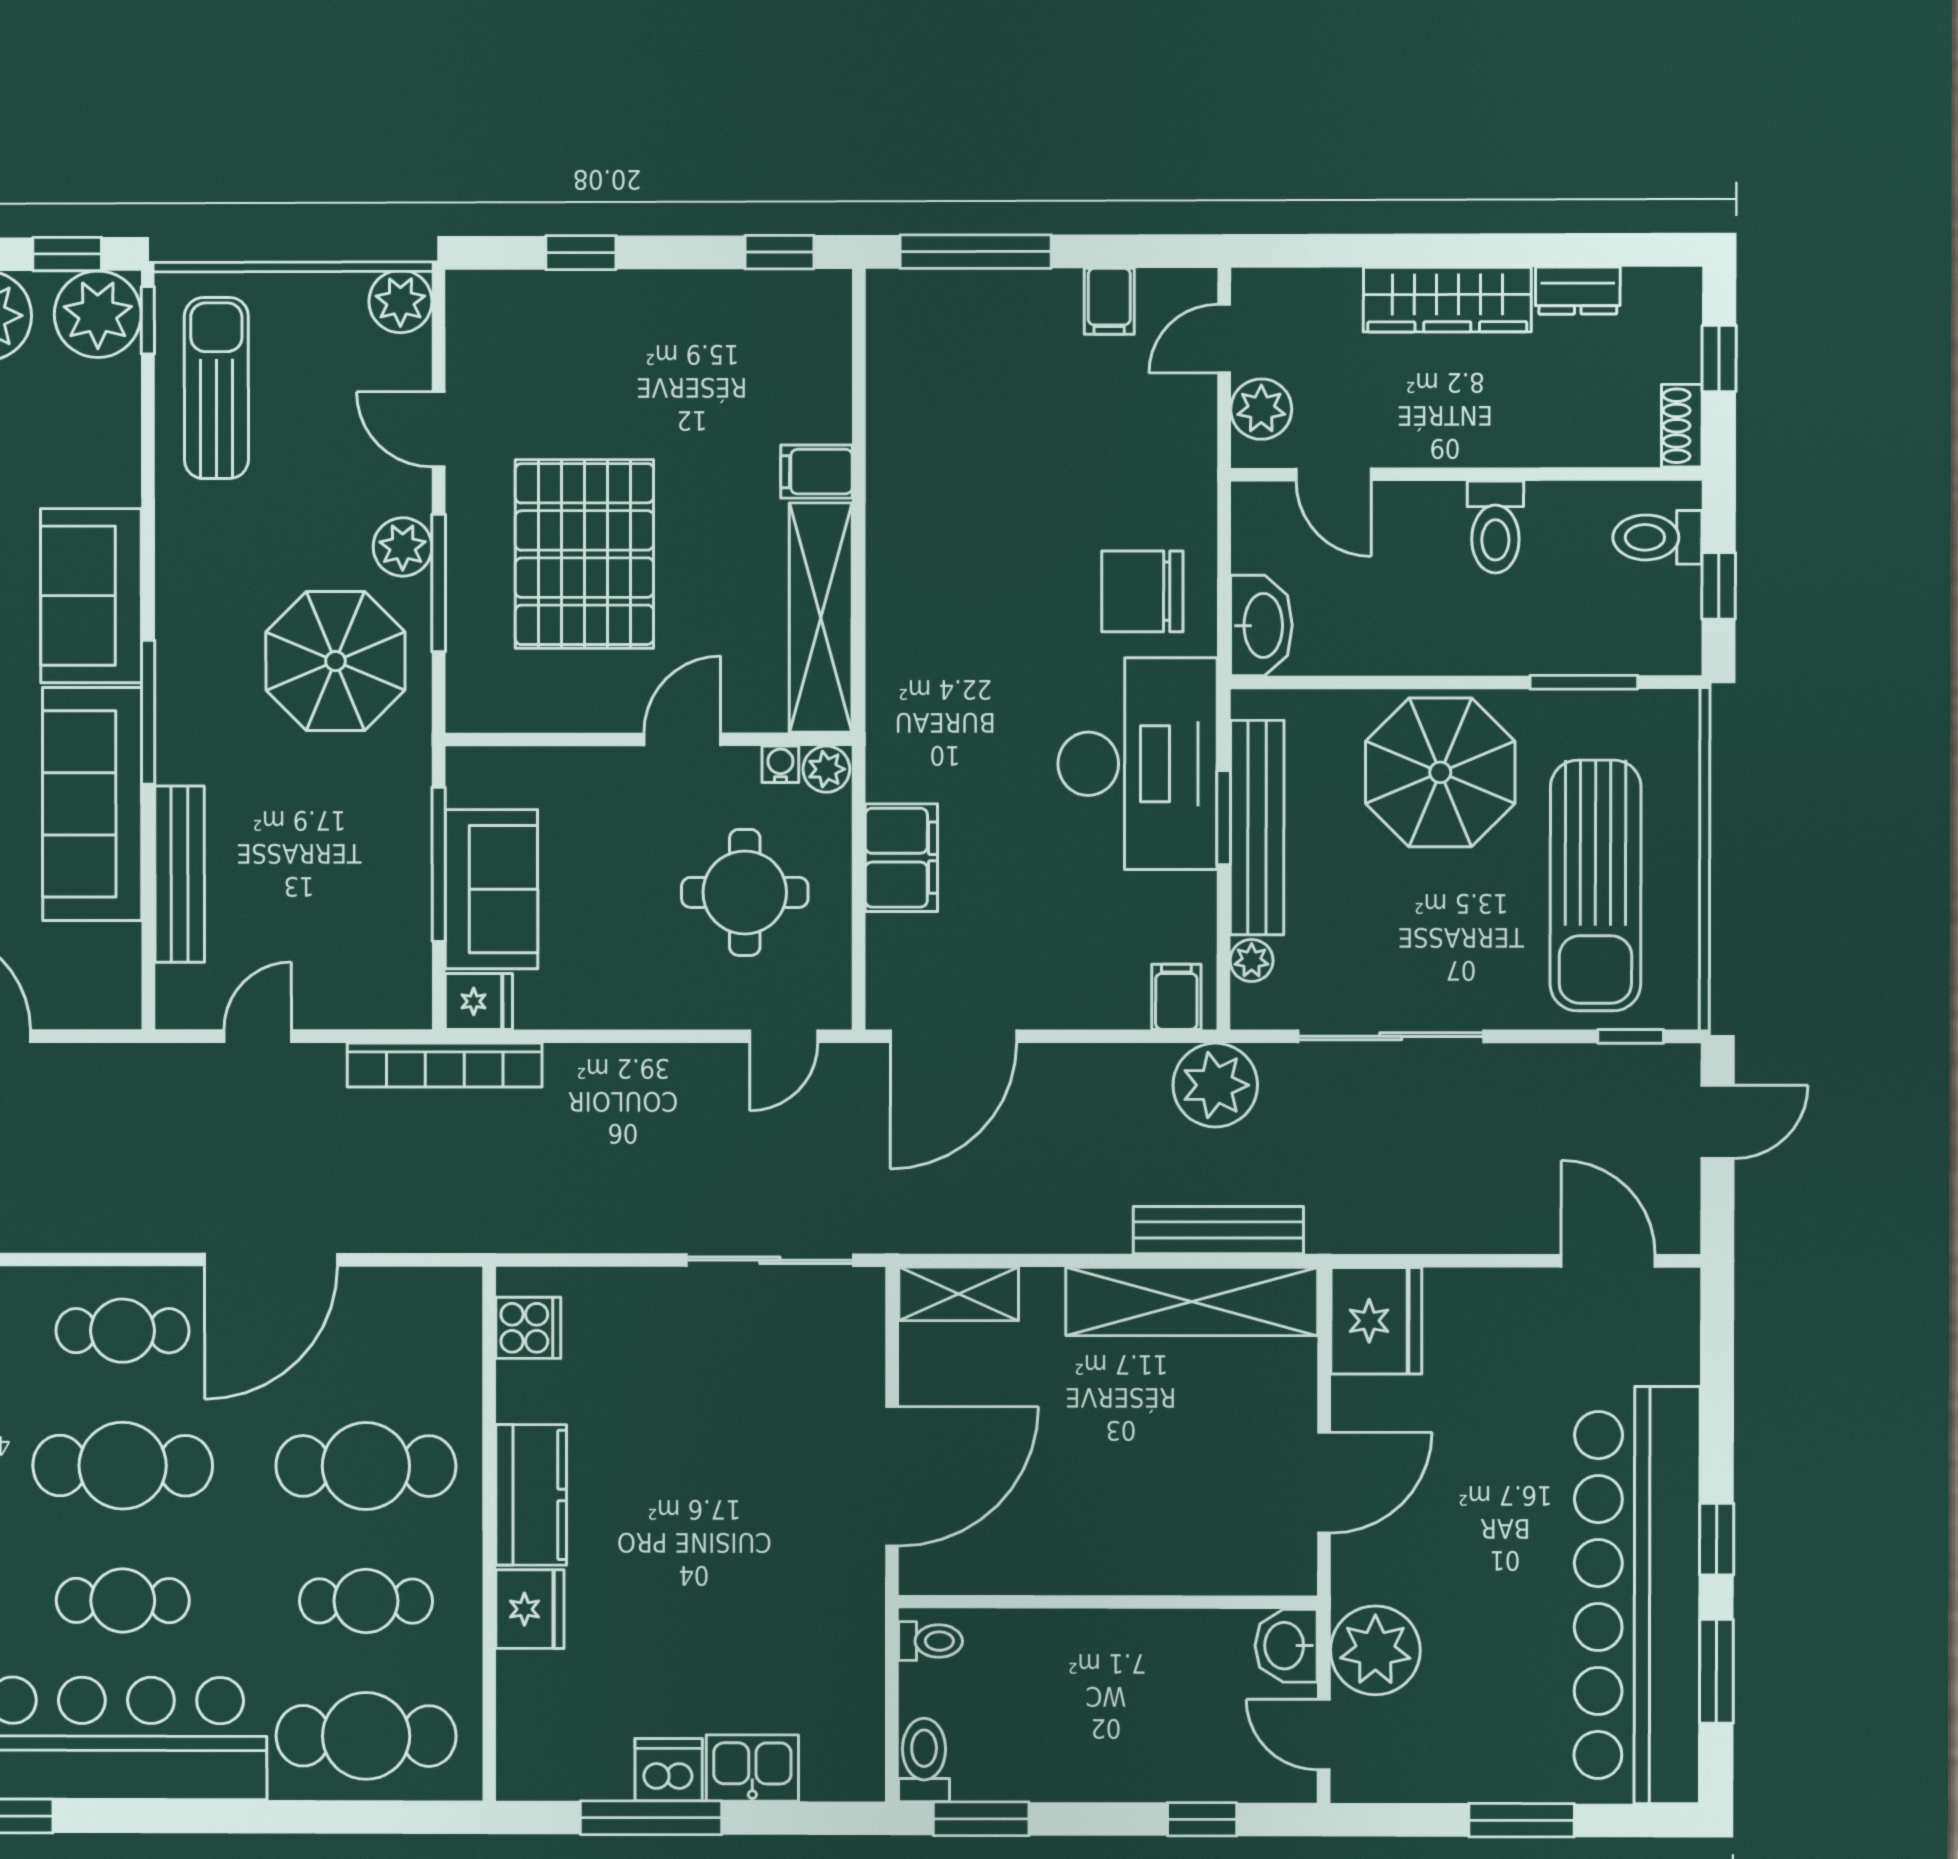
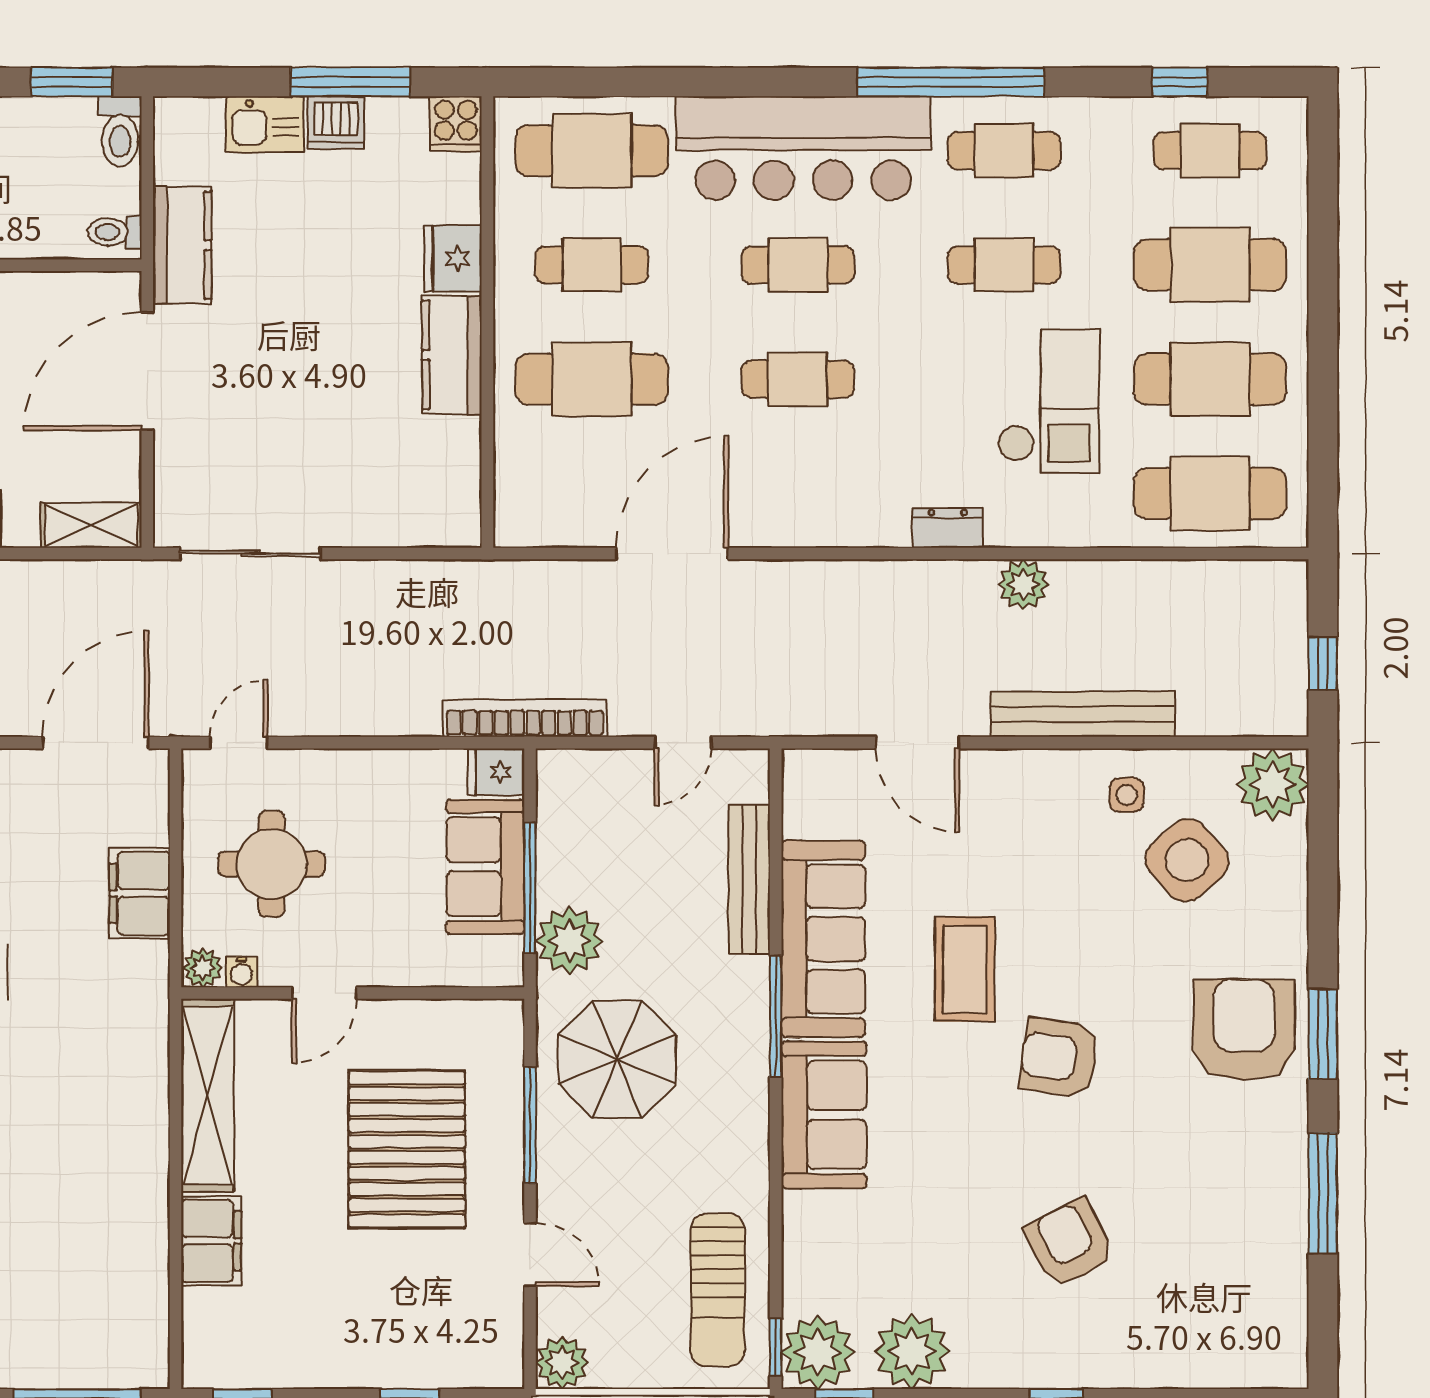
filing cabinet: (817, 472) -> (211, 1241), width x2.00
plant: (403, 547) -> (569, 941), moved, width x1.36, depth x1.36
cooker: (528, 1328) -> (456, 124), moved, turned -90
cafe table: (122, 1331) -> (798, 493), removed
cafe table: (123, 1466) -> (798, 379), width x0.73, depth x0.74
kitchen counter: (850, 1625) -> (182, 245), added

